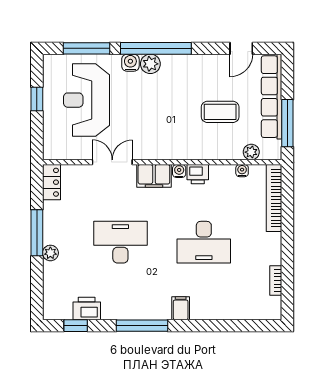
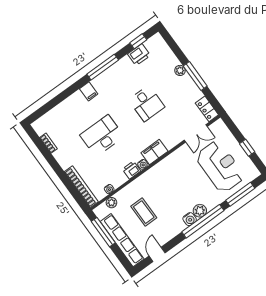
water cooler: (130, 63) -> (190, 219), moved
coffee table: (220, 112) -> (144, 212), turned 90
double door: (112, 162) -> (196, 133), moved
desk: (120, 242) -> (147, 103), width x0.73

